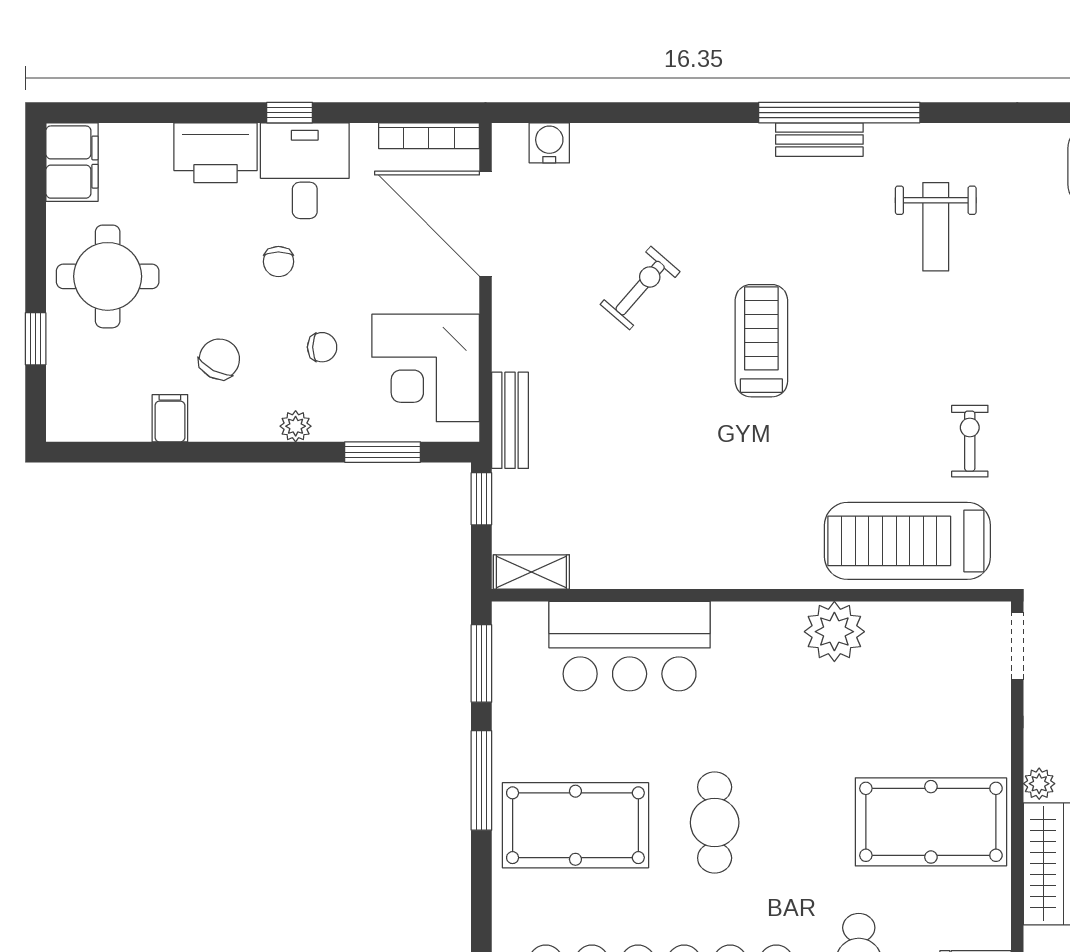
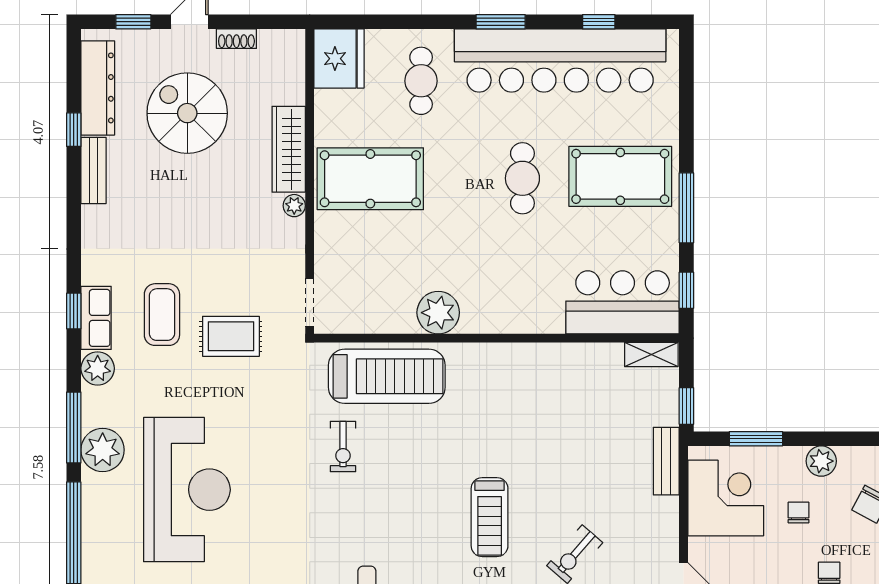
chair: (322, 347) -> (798, 513), turned 90
plant: (296, 426) -> (821, 461), width x1.38, depth x1.38
bar counter: (630, 646) -> (623, 302), moved
window: (481, 663) -> (686, 290), width x0.67

